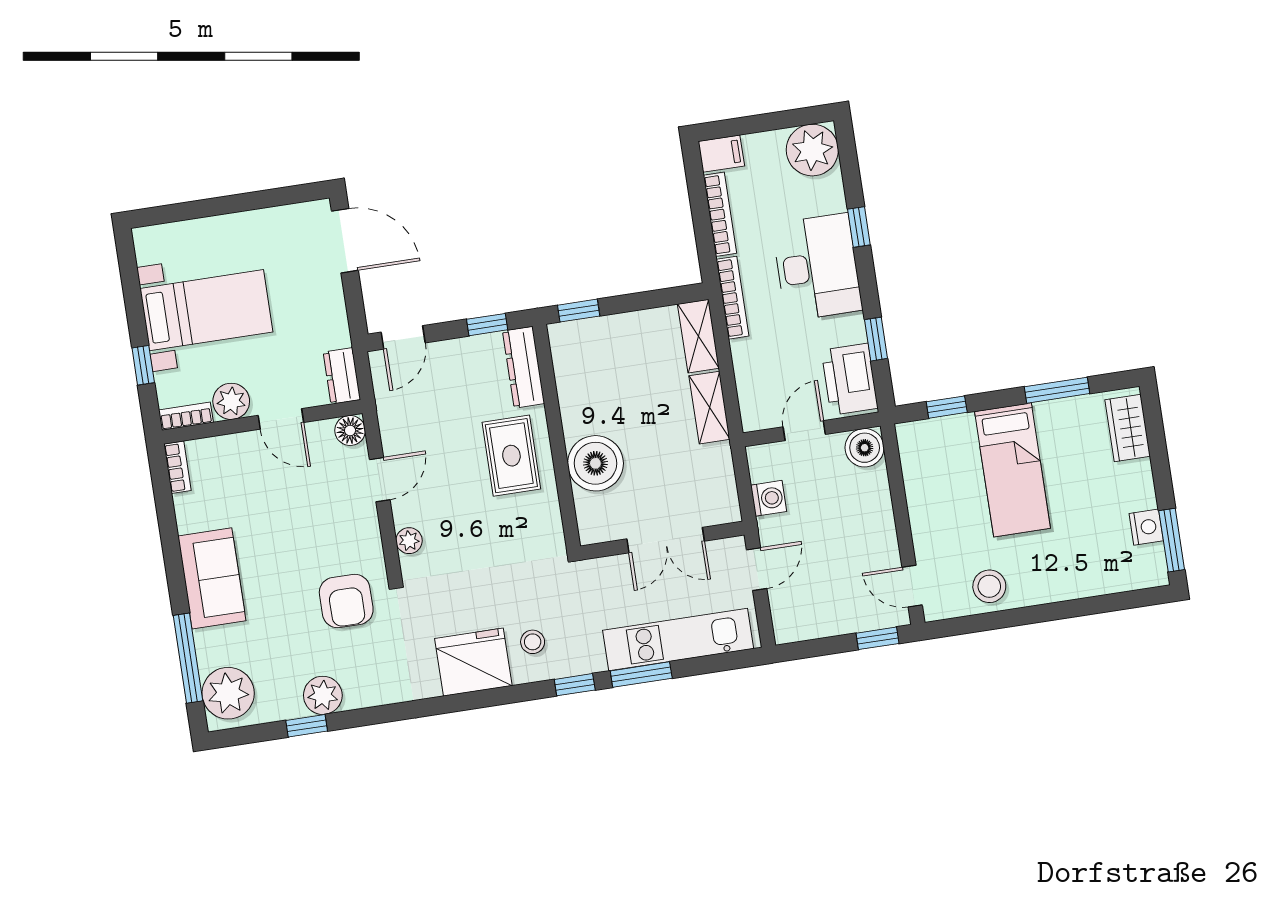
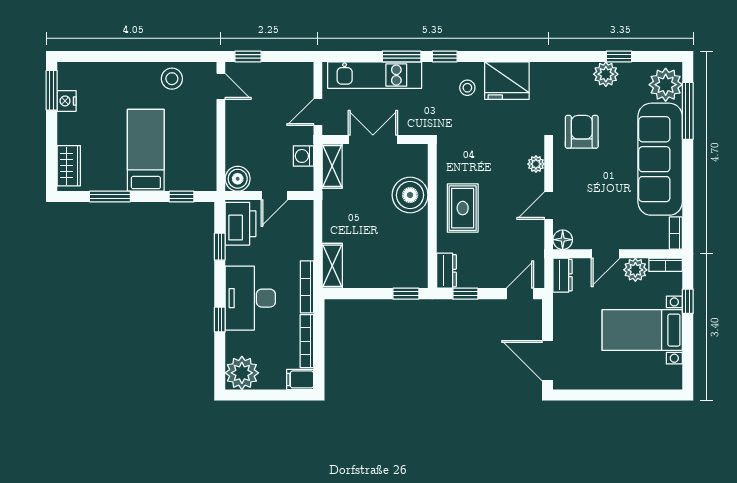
dresser: (524, 367) -> (446, 271), width x0.70
shelving: (709, 408) -> (332, 166), moved
door: (281, 419) -> (606, 254), swing flipped
sofa: (212, 578) -> (660, 159), width x1.85, depth x1.27

